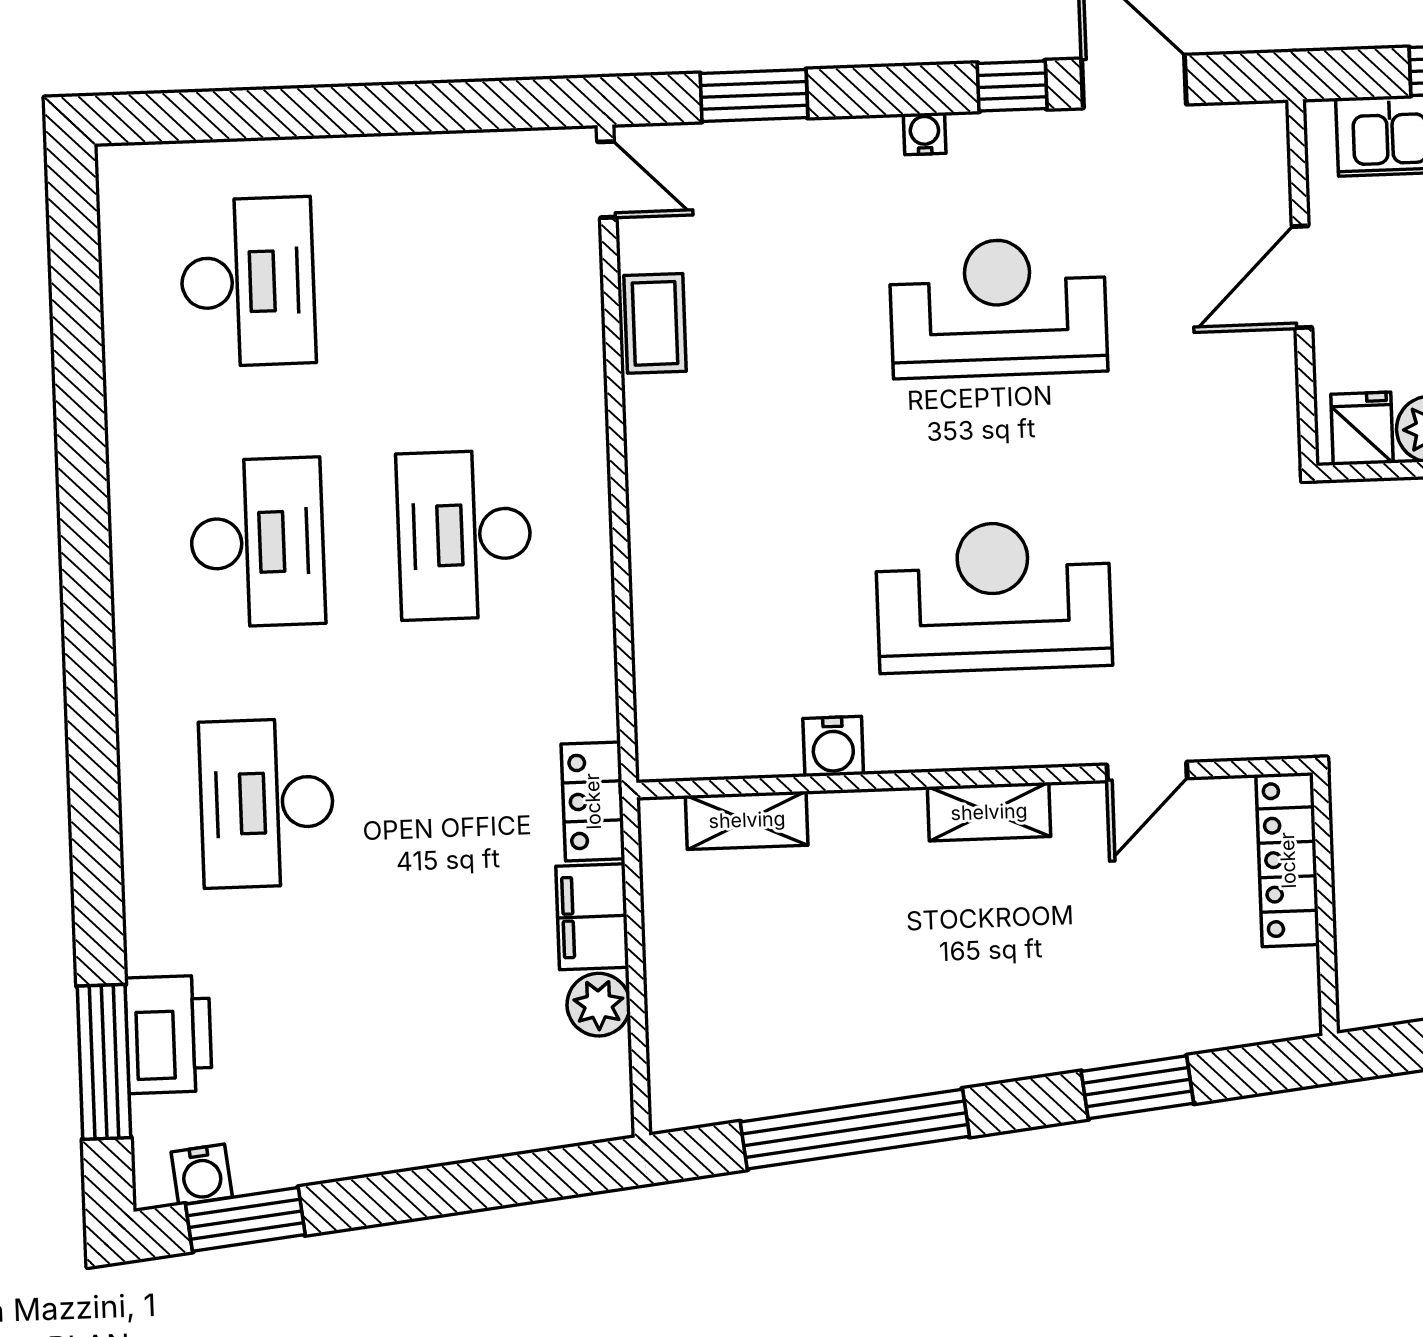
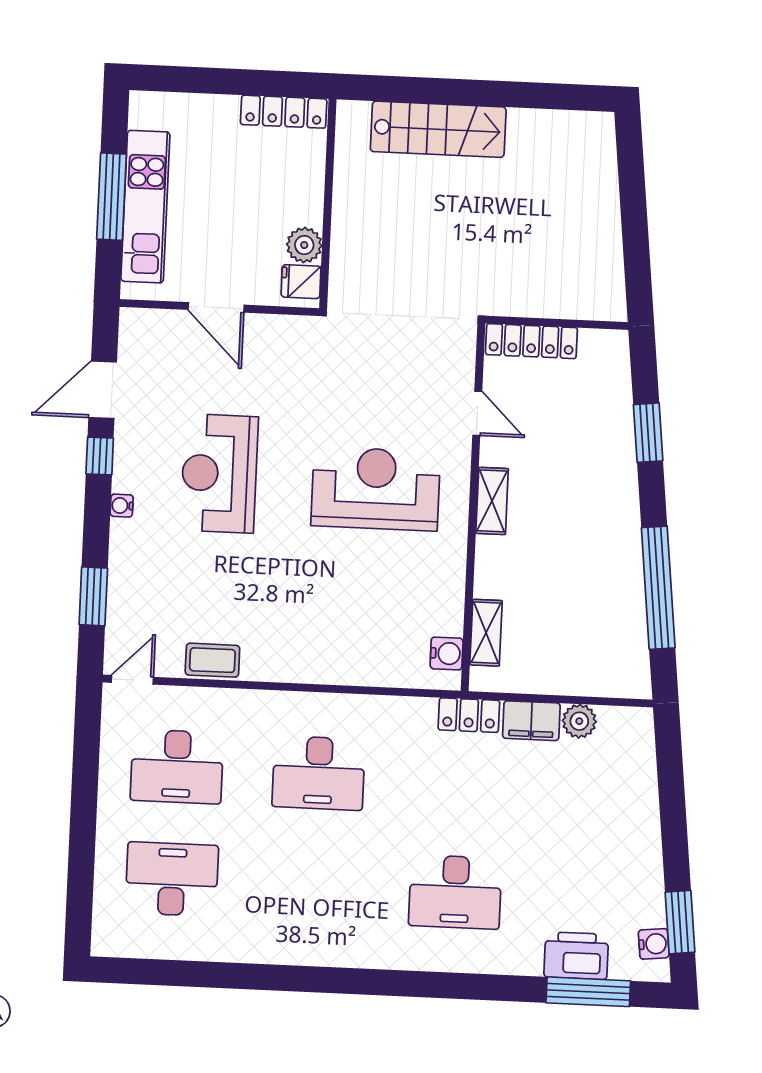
desk: (257, 542) -> (177, 767), moved, turned 180
reception desk: (994, 597) -> (376, 489), turned 90
water cooler: (833, 746) -> (447, 653), moved

